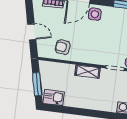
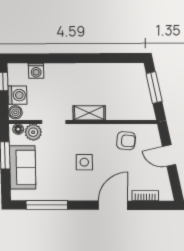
side table: (95, 14) -> (84, 162), moved
kitchen sink: (54, 97) -> (130, 73), removed

